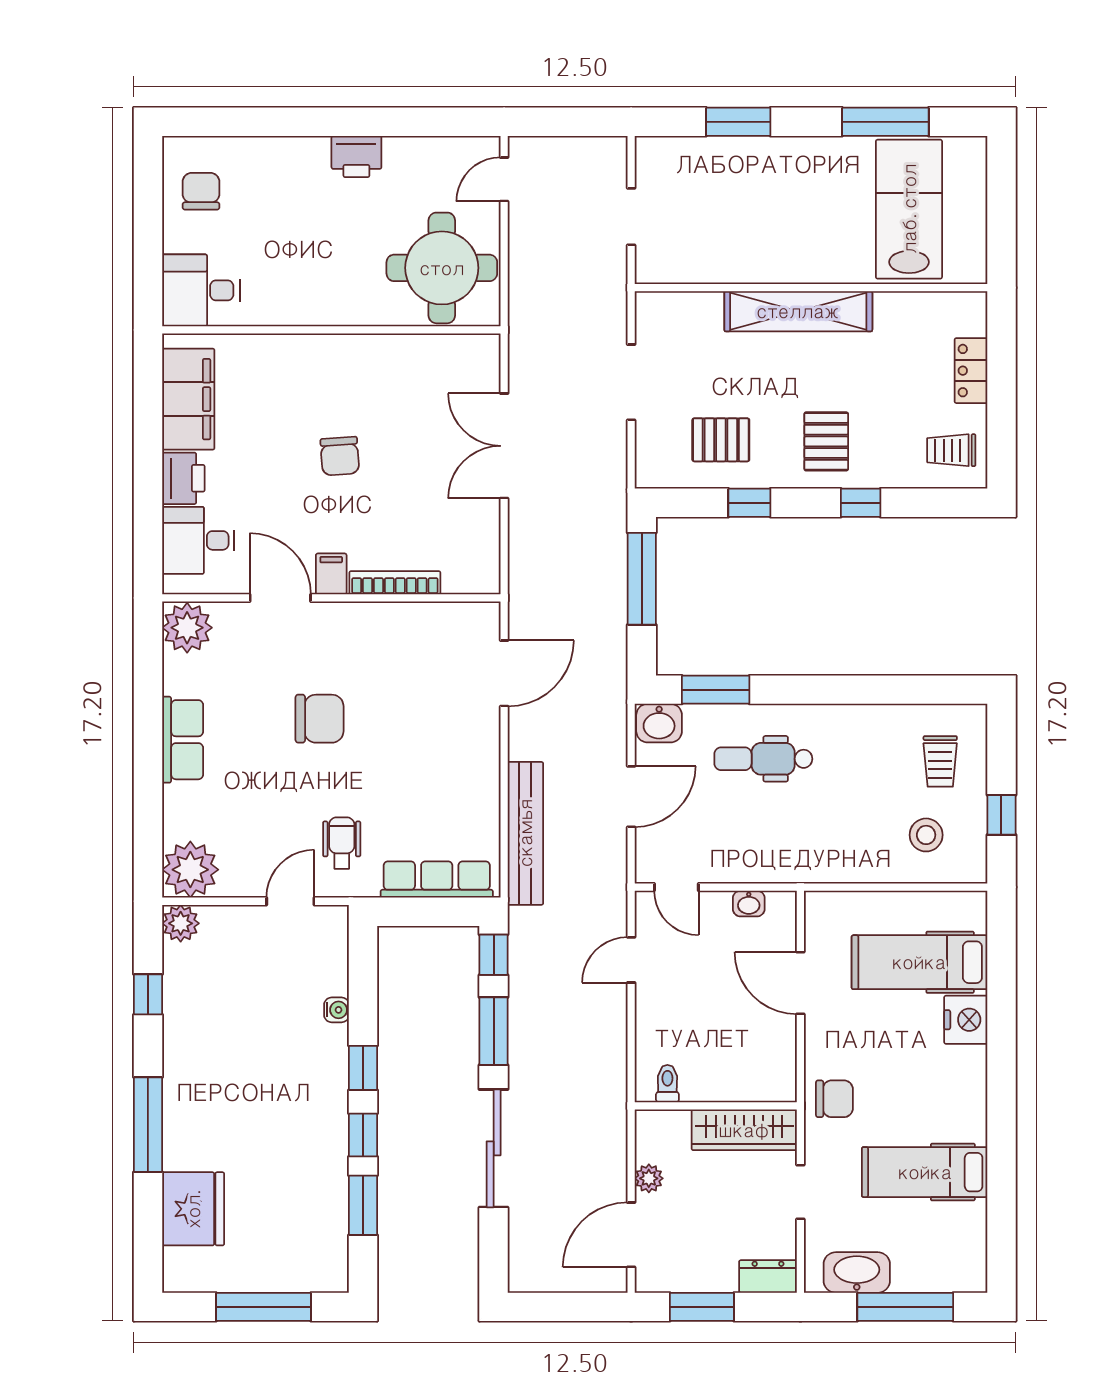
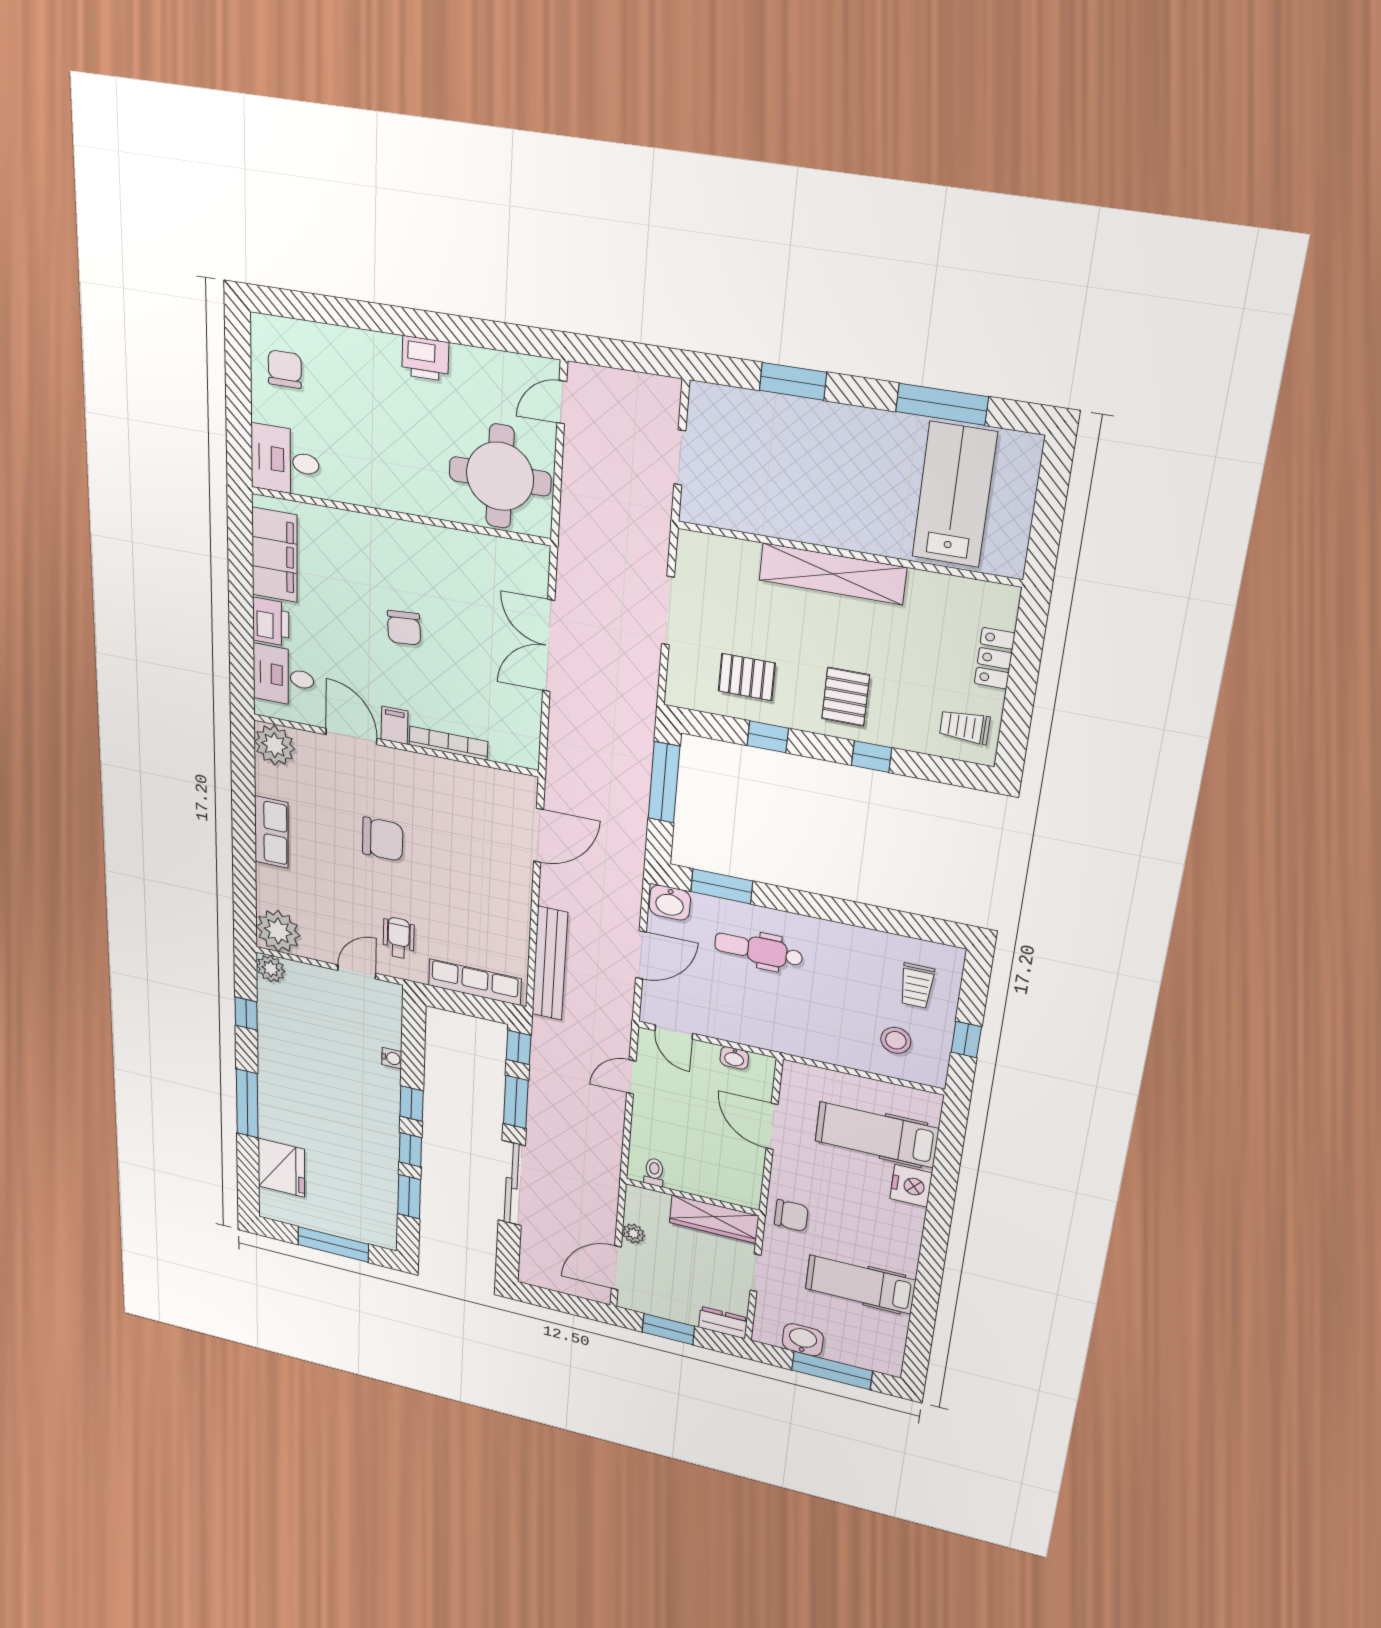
washbasin: (857, 1272) -> (803, 1340), width x0.72

